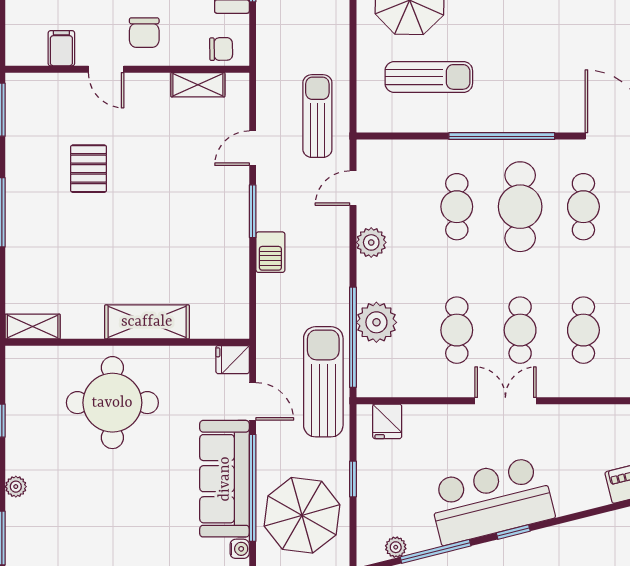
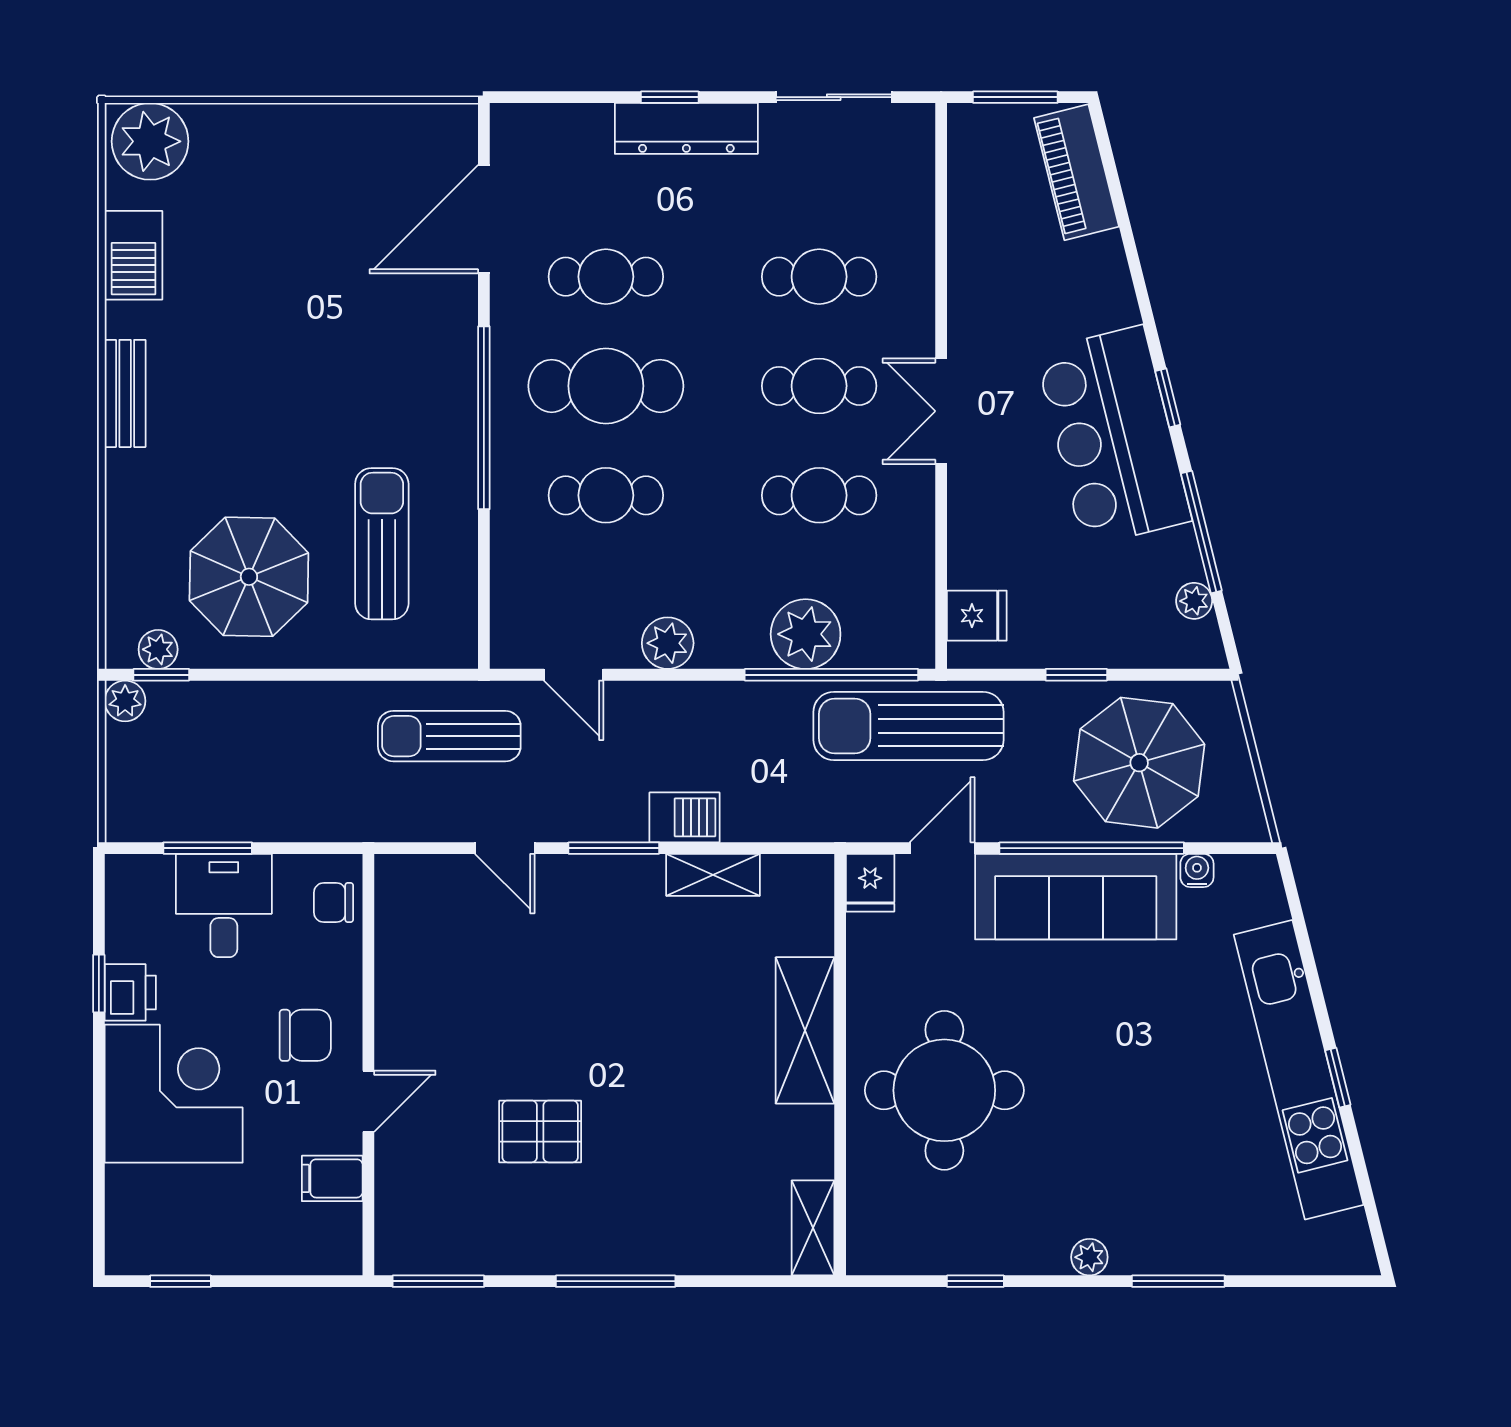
chair: (221, 49) -> (334, 903), turned -89
shelving: (198, 85) -> (713, 875), moved, turned 90

